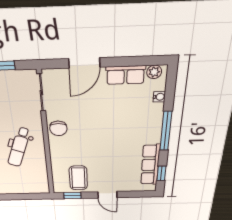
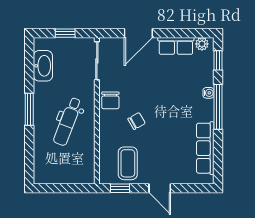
water cooler: (159, 97) -> (208, 93), moved
chair: (85, 145) -> (137, 121), added
window: (161, 173) -> (218, 60), moved

